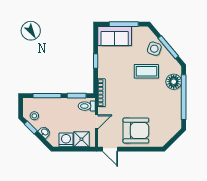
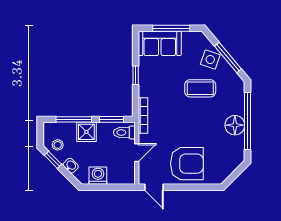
floor lamp: (174, 82) -> (235, 125), moved
shower: (81, 139) -> (86, 132), moved

